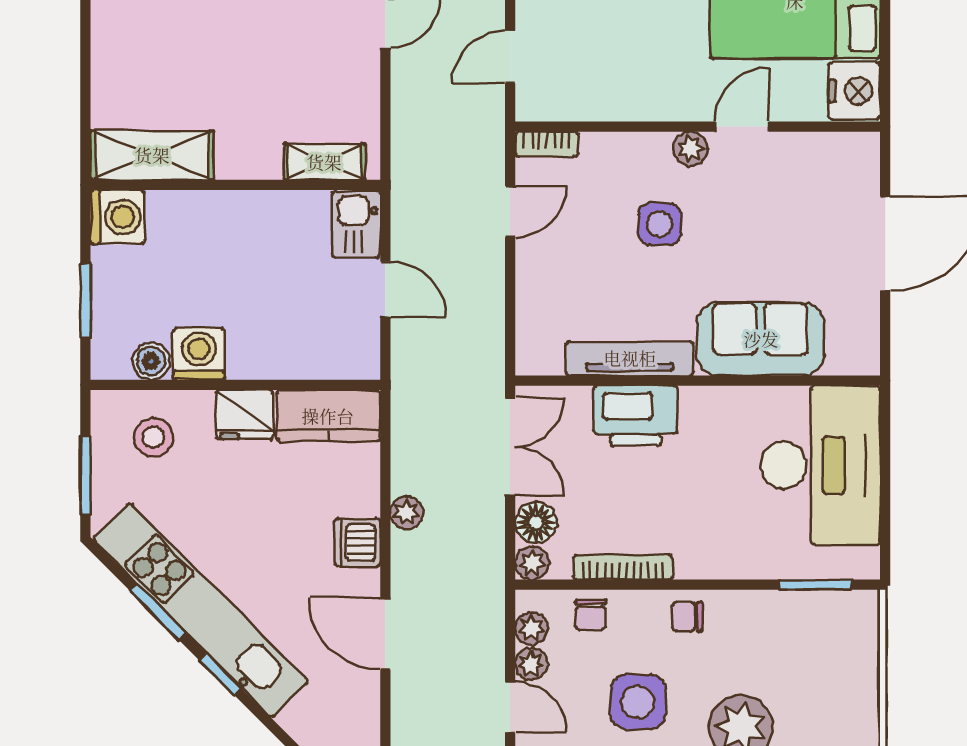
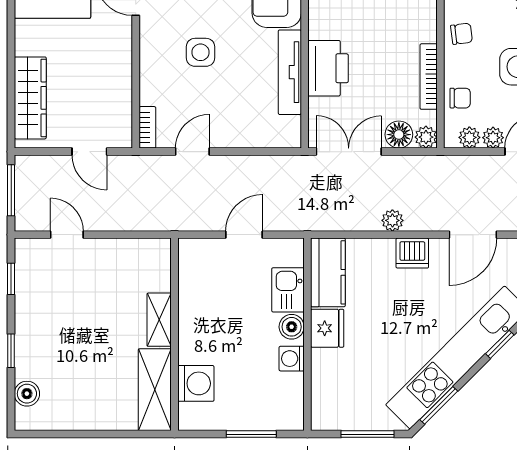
plant: (691, 149) -> (150, 32), removed
shelving: (324, 162) -> (159, 320), moved
door: (510, 212) -> (192, 152), hinge flipped
washing machine: (118, 217) -> (196, 383), moved, turned 90
kitchen sink: (356, 224) -> (288, 290), moved, turned 90
washing machine: (199, 354) -> (292, 359), width x0.73, depth x0.73
boiler: (151, 361) -> (292, 327), moved
stool: (154, 437) -> (342, 389), removed
window: (158, 612) -> (439, 405), moved
chair: (687, 617) -> (462, 34), turned -97

